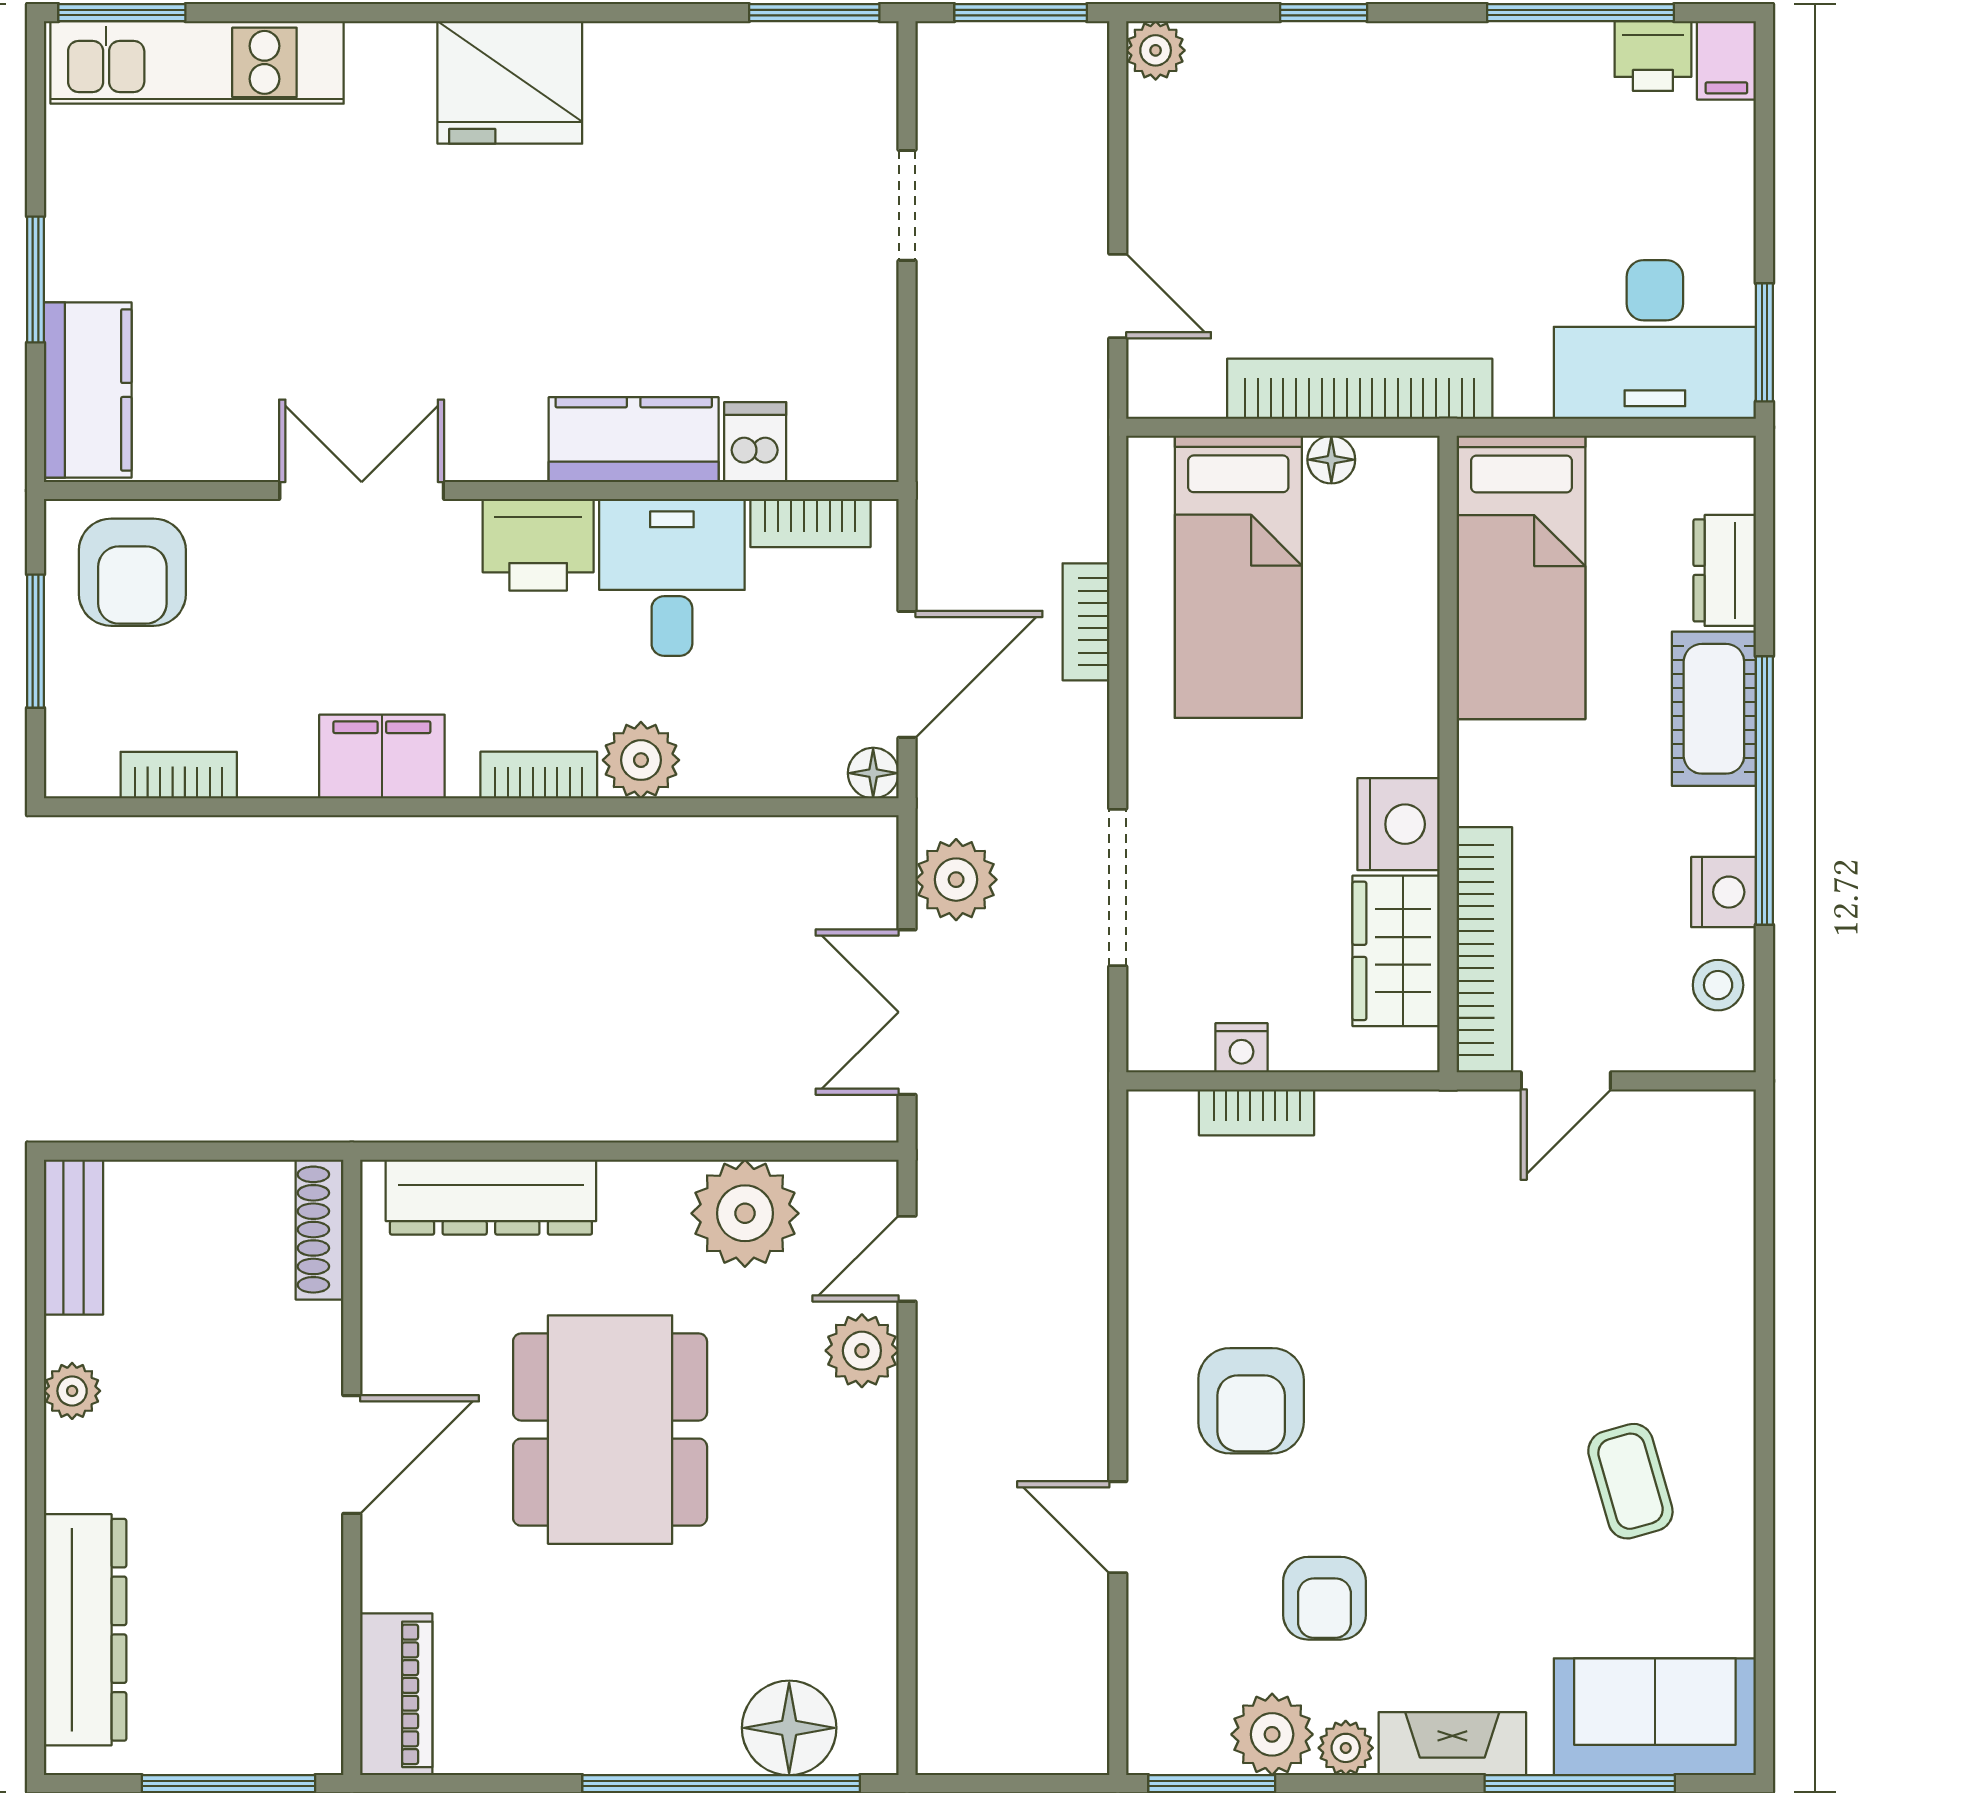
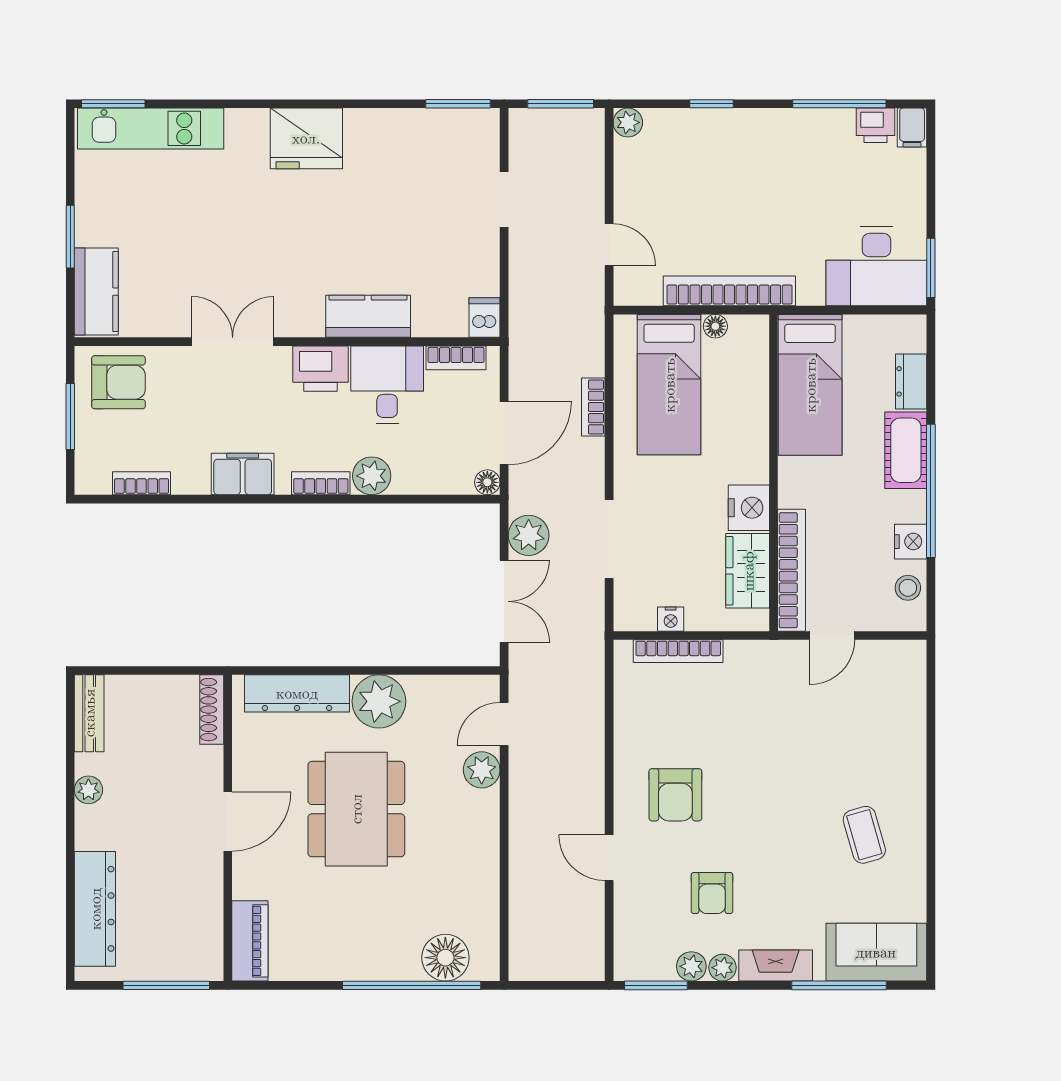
dishwasher: (755, 442) -> (484, 318), moved
armchair: (132, 572) -> (118, 382), turned -90
double door: (907, 1012) -> (504, 601), swing flipped
bookcase: (1257, 1112) -> (678, 651), width x1.56
plant: (745, 1213) -> (379, 701), moved
plant: (1272, 1734) -> (691, 966), width x0.73, depth x0.73

